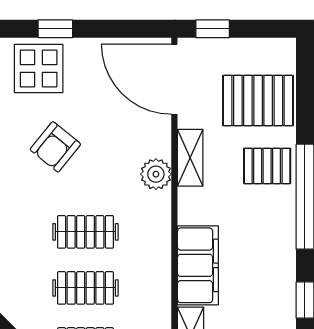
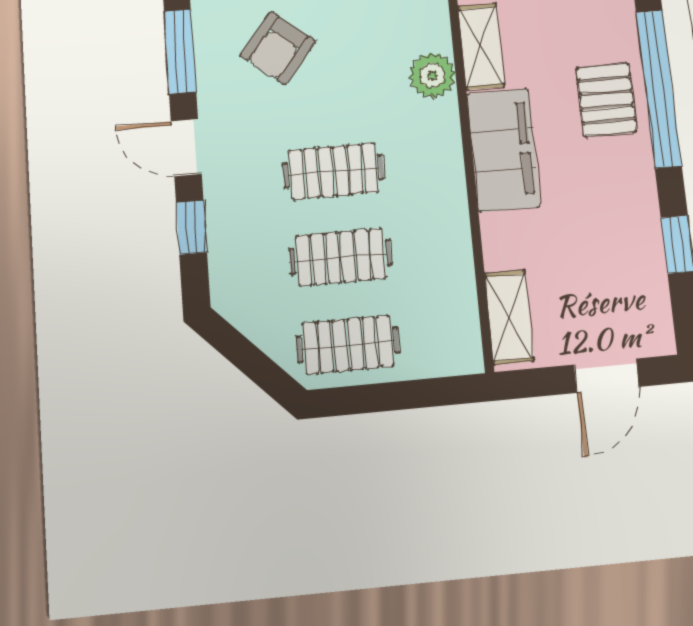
pallet: (267, 166) -> (606, 100), moved, turned 90
filing cabinet: (198, 265) -> (503, 150), moved

